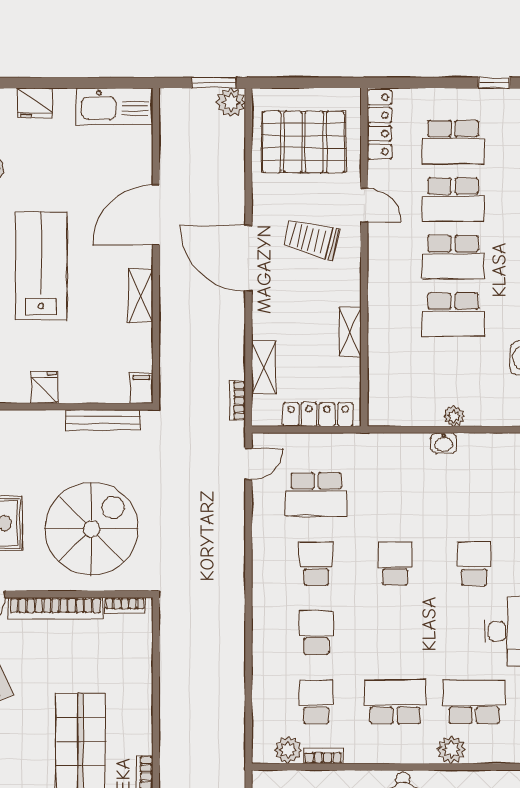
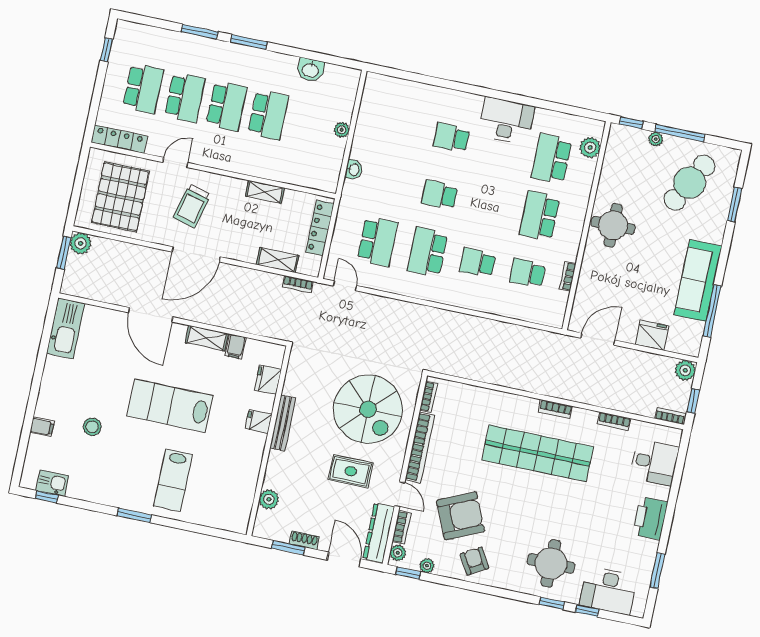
fridge: (35, 103) -> (268, 380), moved, turned 180
filing cabinet: (141, 388) -> (236, 347), moved, turned -90
bench: (103, 420) -> (283, 423), moved
washbasin: (444, 443) -> (354, 170), moved
spiral stairs: (92, 529) -> (368, 409), turned 180
school desk: (316, 564) -> (427, 252), width x1.85
plant: (288, 750) -> (558, 301), removed
plant: (451, 750) -> (590, 147), moved

